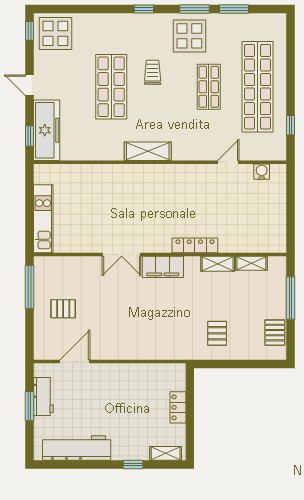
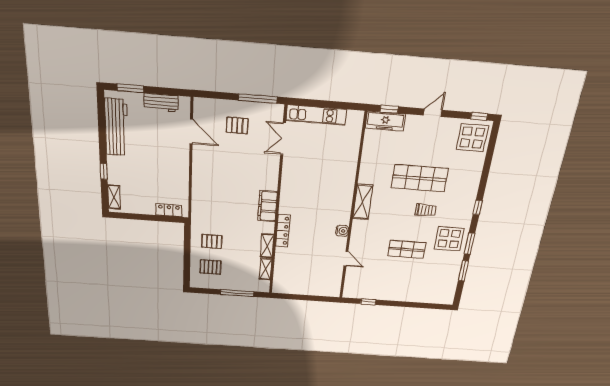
shop shelf: (258, 87) -> (401, 282), removed
freezer: (47, 130) -> (385, 121), width x0.73, depth x0.79
water cooler: (262, 172) -> (342, 231), moved
double door: (122, 255) -> (283, 139), moved
pallet: (63, 309) -> (237, 125), turned 90
pallet: (275, 333) -> (211, 267), moved
window: (29, 406) -> (131, 88), moved
locker: (178, 407) -> (169, 210), moved

